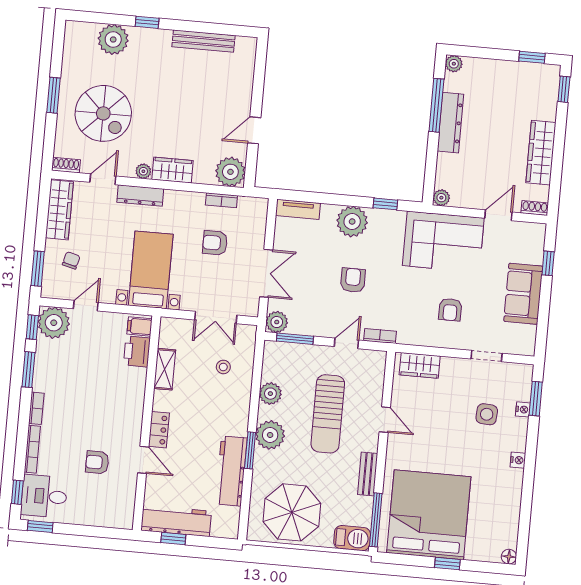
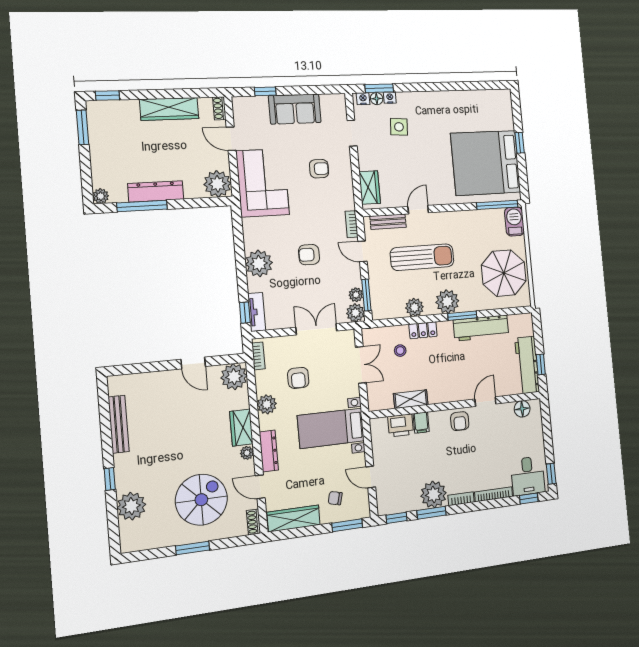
window: (532, 57) -> (82, 127), width x1.50
plant: (441, 198) -> (217, 184), width x1.87, depth x1.87
bookcase: (221, 200) -> (258, 356), moved
plant: (192, 202) -> (267, 404), added
window: (385, 204) -> (245, 313), moved
plant: (54, 323) -> (434, 494), moved
filing cabinet: (140, 326) -> (421, 423), moved
plant: (297, 326) -> (356, 295), added
locker: (159, 430) -> (423, 330), moved, turned 180
nightstand: (518, 460) -> (363, 99), moved
armchair: (97, 462) -> (460, 421), moved
bench: (368, 474) -> (388, 222), moved
floor lamp: (125, 504) -> (522, 409), added
floor lamp: (509, 557) -> (377, 99), moved

